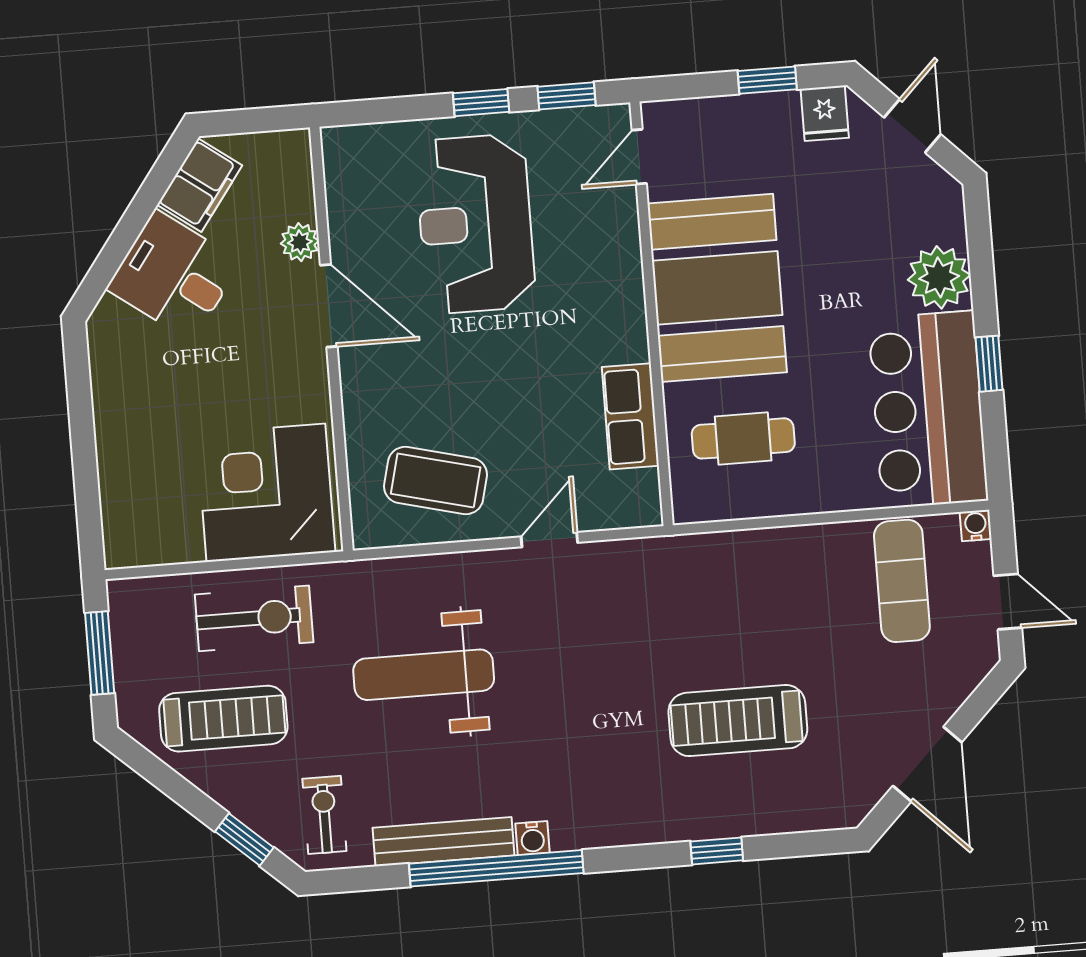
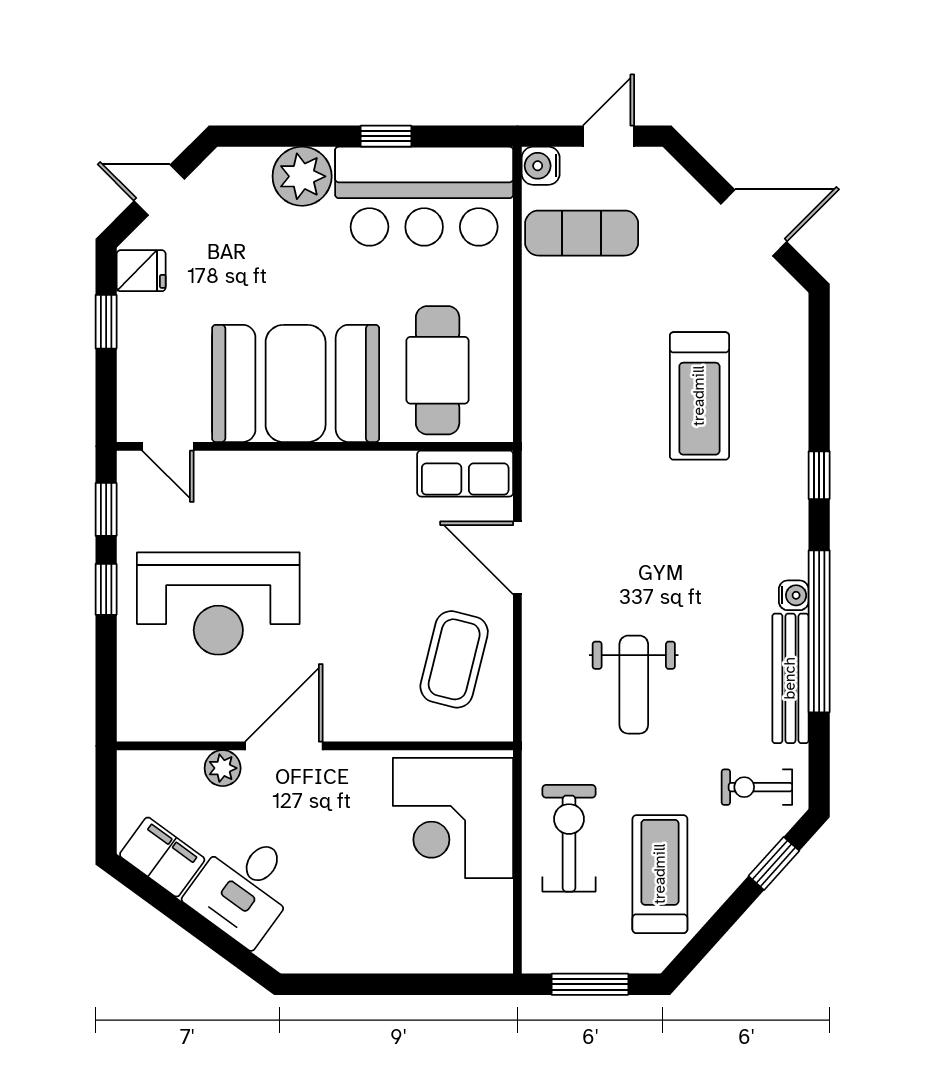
row of seats: (630, 416) -> (465, 474), moved
cafe table: (743, 438) -> (438, 370), width x1.37, depth x1.35
water cooler: (976, 525) -> (541, 166), width x1.38, depth x1.38
door: (549, 540) -> (517, 558), width x1.38
weight bench: (424, 675) -> (634, 685), width x0.73, depth x0.75
window: (717, 851) -> (819, 475), moved

